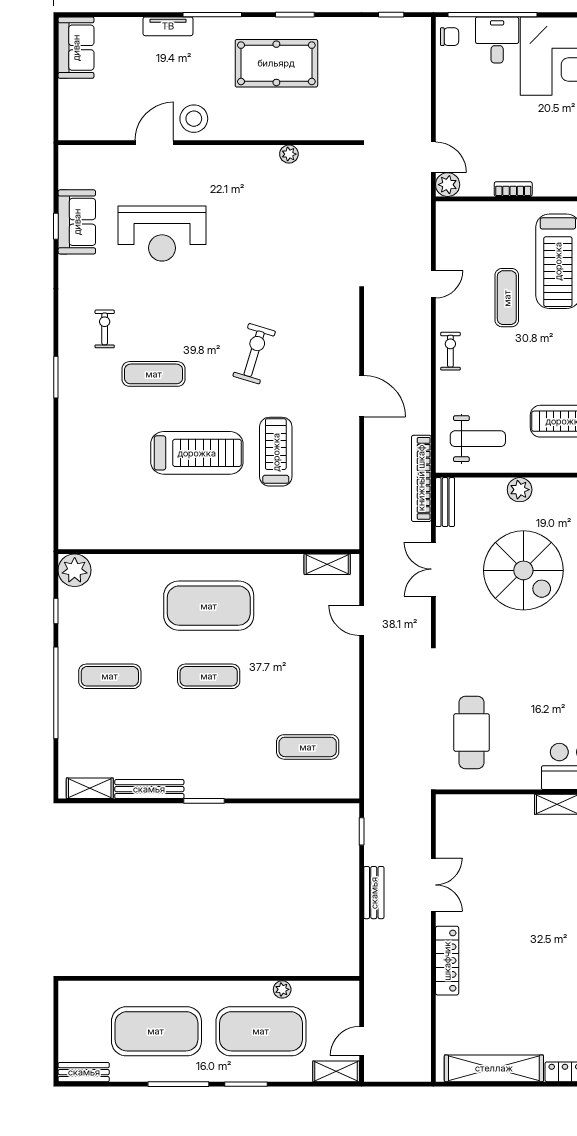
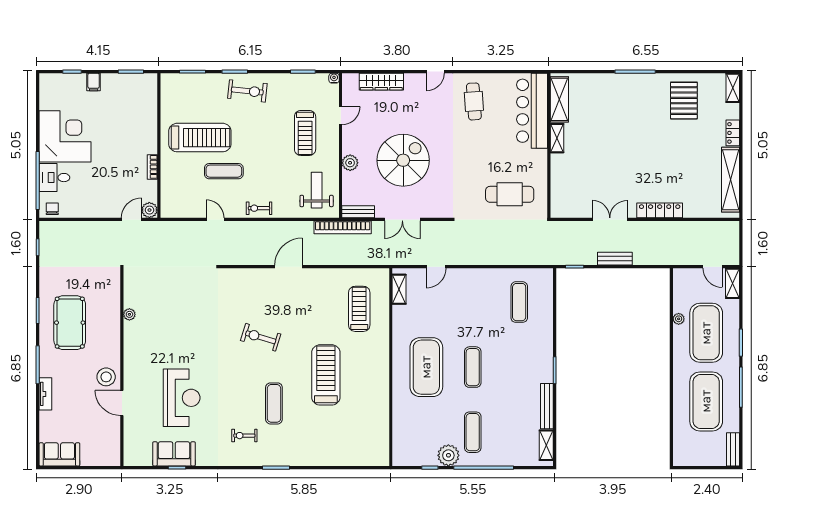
treadmill: (276, 452) -> (359, 309), moved, turned 90
plant: (75, 570) -> (448, 455), moved

